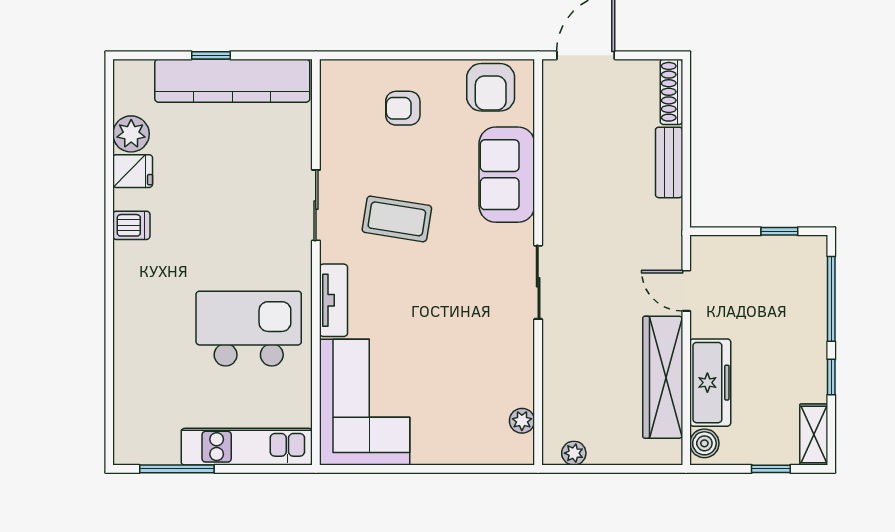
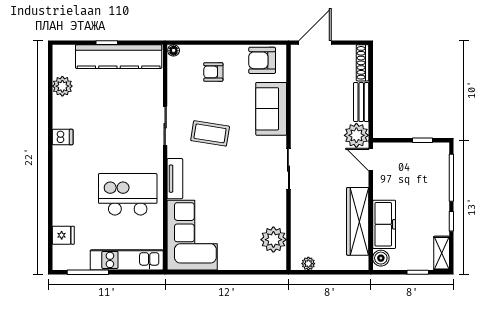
floor lamp: (331, 70) -> (174, 50), added
armchair: (491, 87) -> (262, 60), turned 90
fridge: (133, 171) -> (63, 235), moved
plant: (660, 222) -> (356, 135), added
door: (686, 291) -> (371, 159), moved
plant: (522, 421) -> (273, 240), width x1.87, depth x1.87

